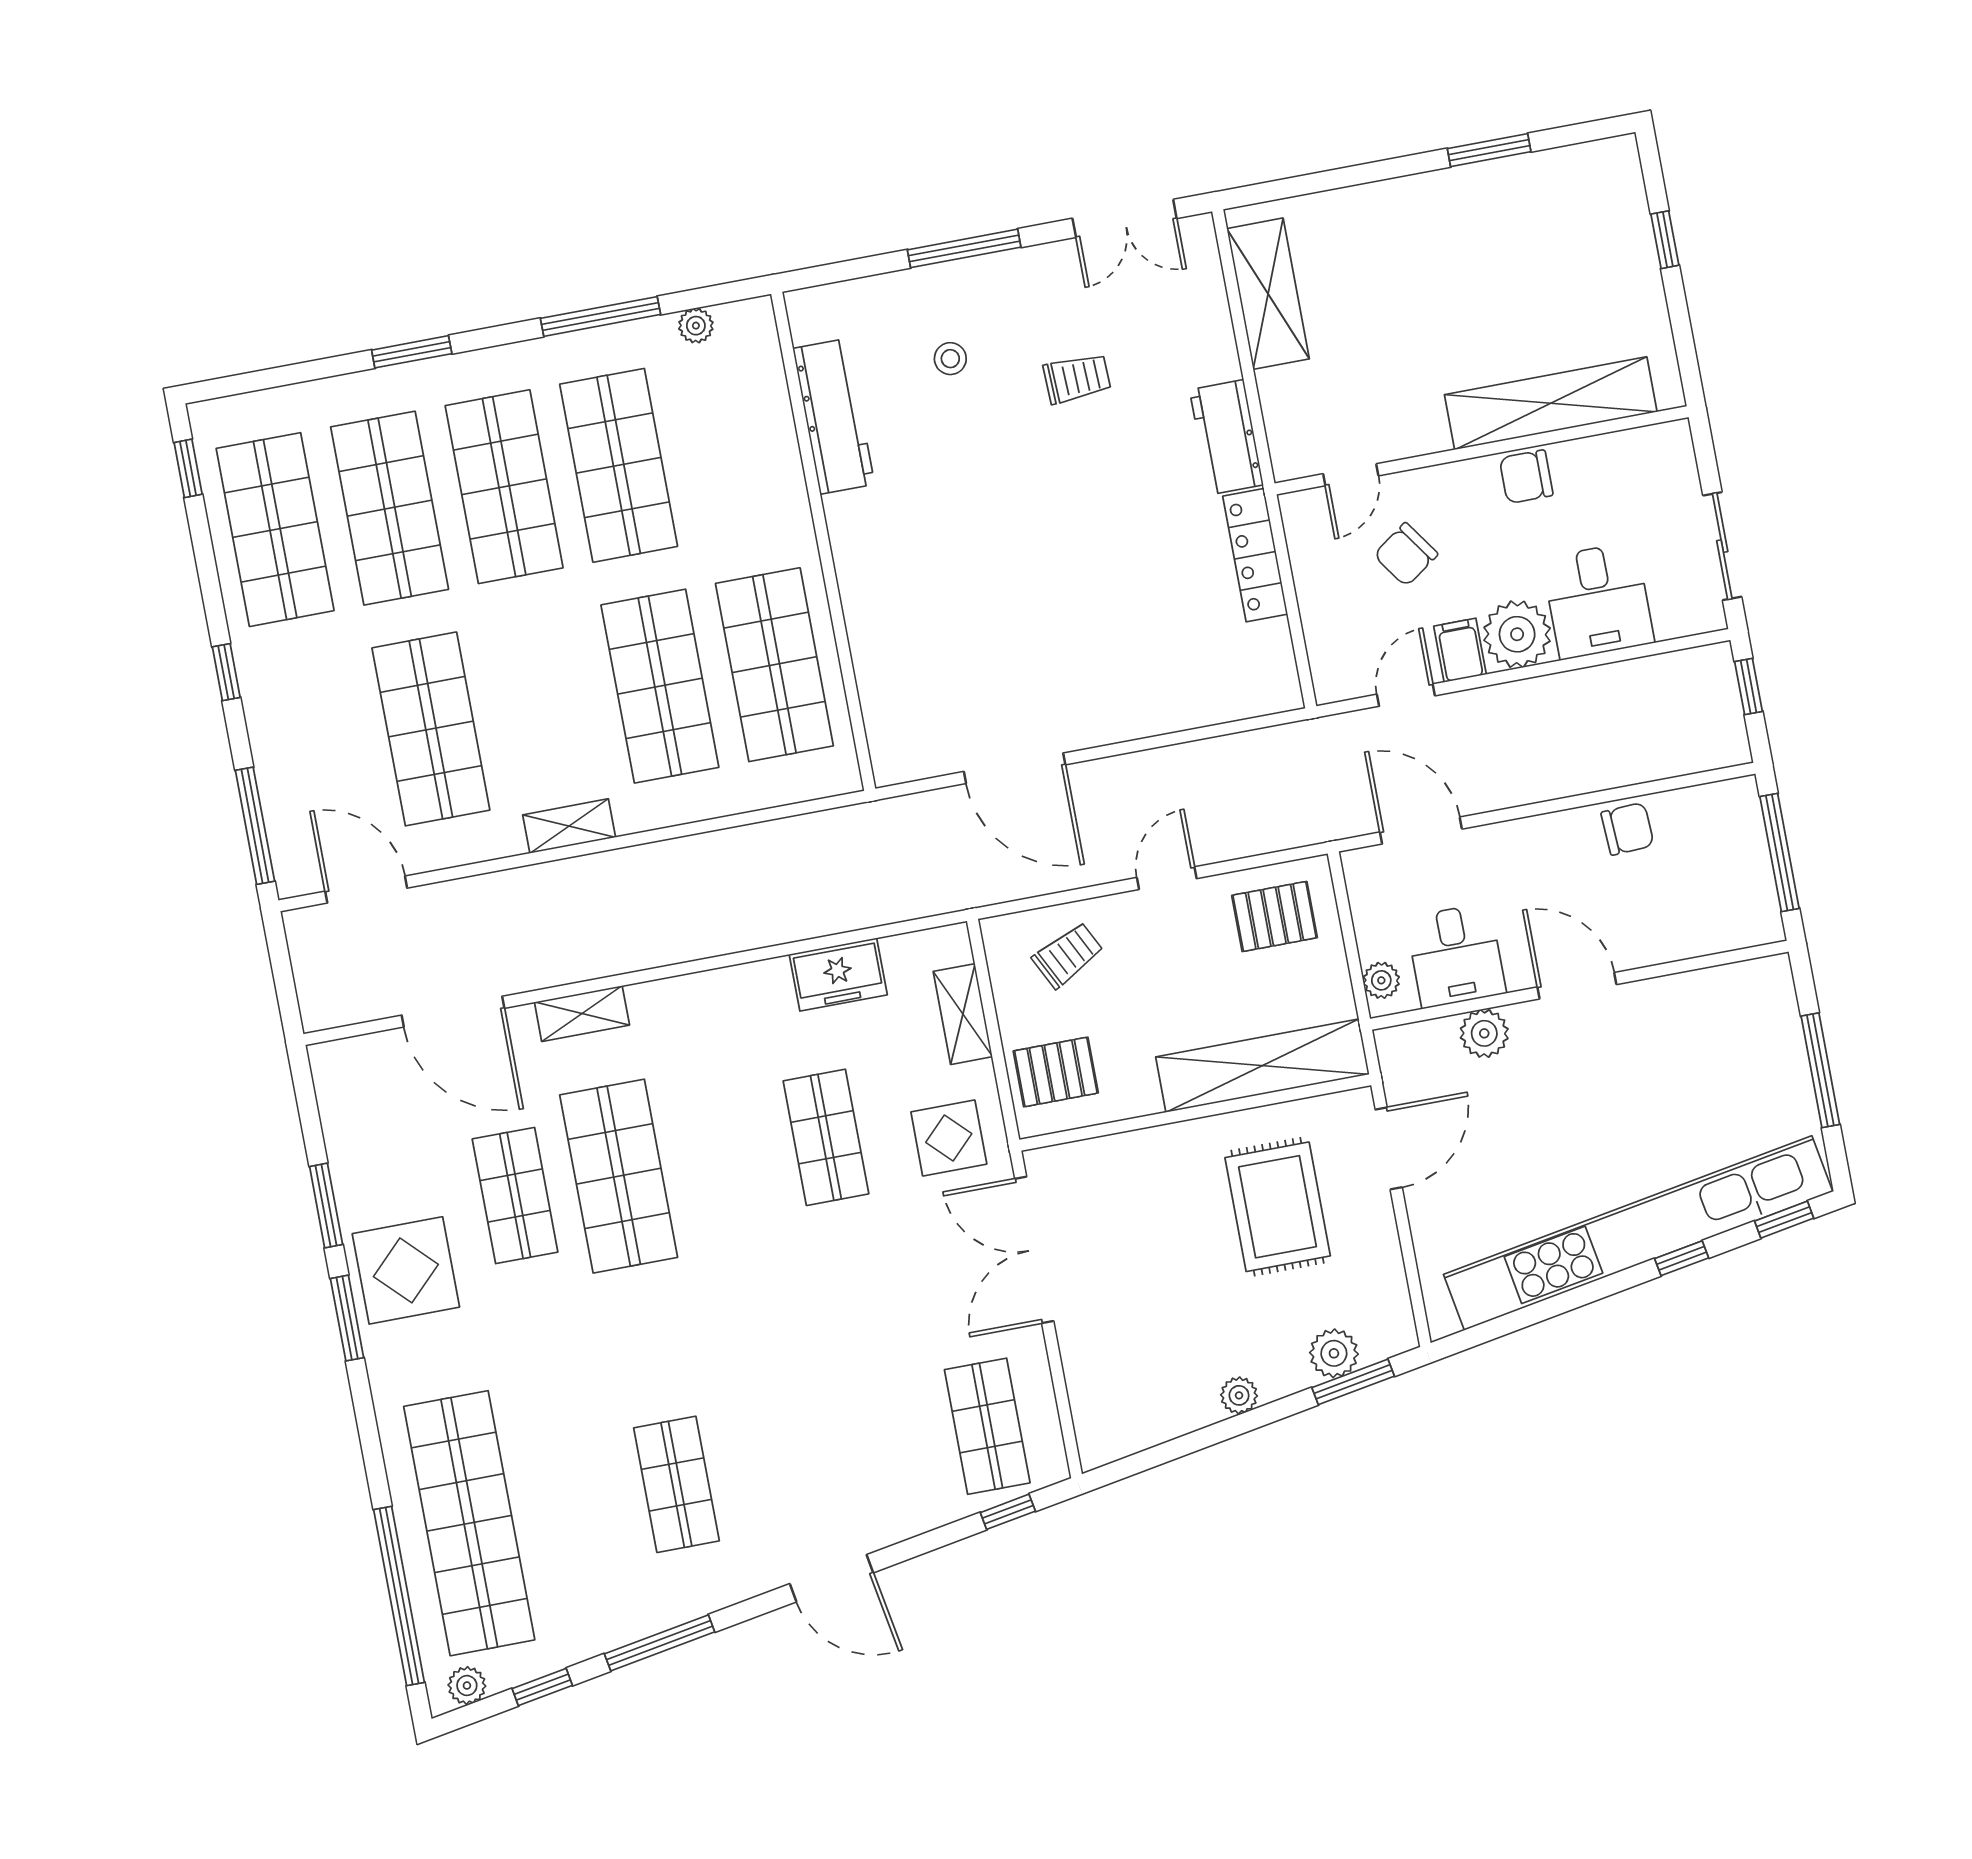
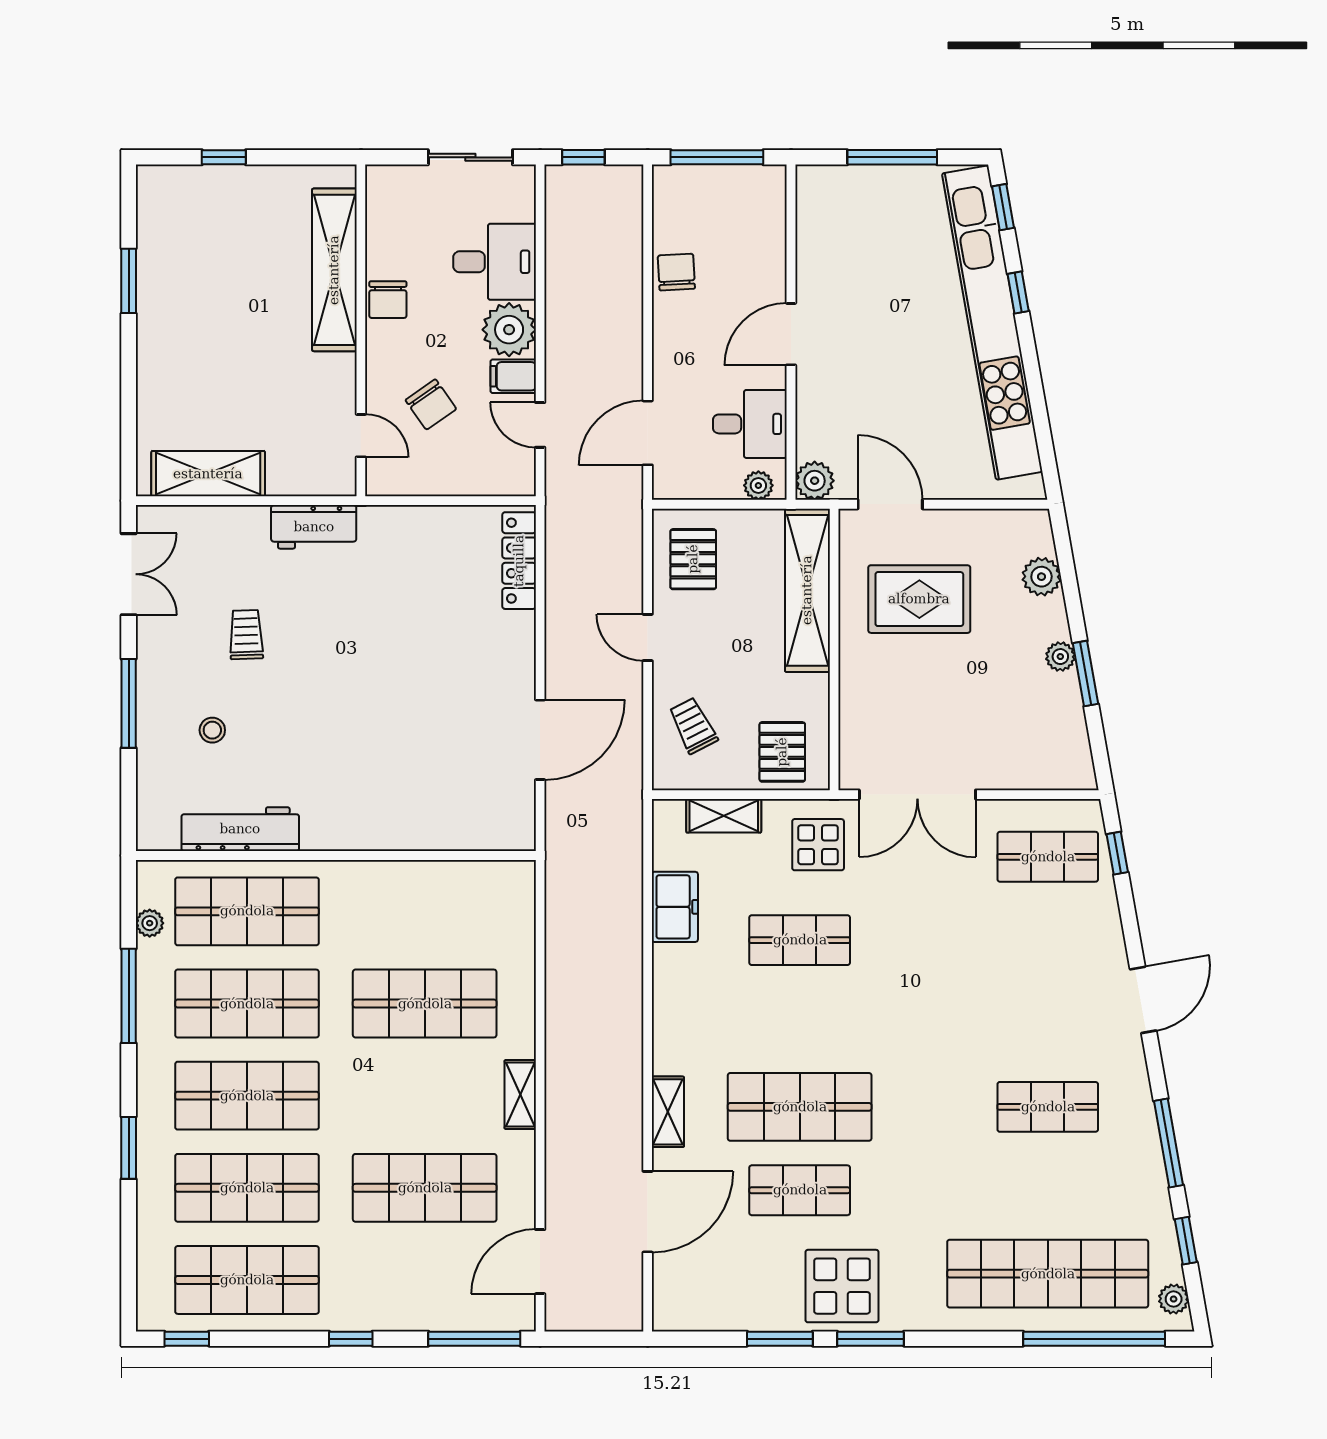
locker: (1255, 555) -> (519, 561), moved, turned 90
shop shelf: (774, 665) -> (247, 911), moved
plant: (1484, 1033) -> (815, 481), moved
window: (1353, 1382) -> (1085, 674), moved

